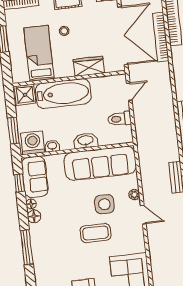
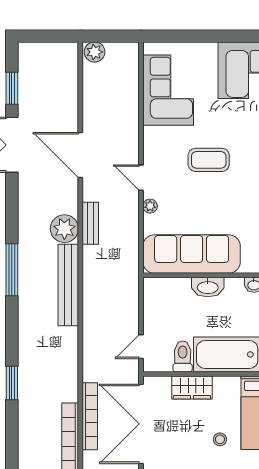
toilet: (119, 119) -> (183, 356), moved, turned -90
side table: (104, 204) -> (192, 198), removed

